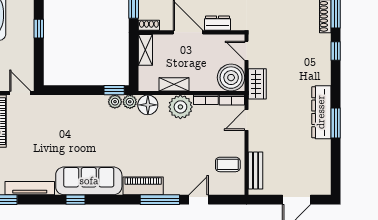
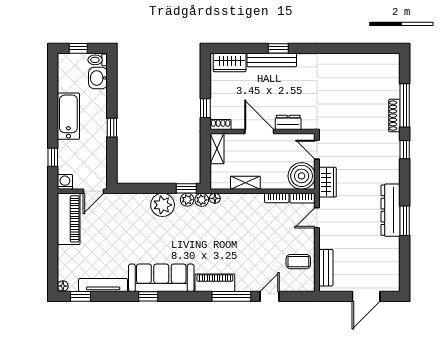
door: (20, 93) -> (94, 191), swing flipped
floor lamp: (148, 105) -> (215, 198), width x0.53, depth x0.53
plant: (180, 107) -> (163, 205), moved

